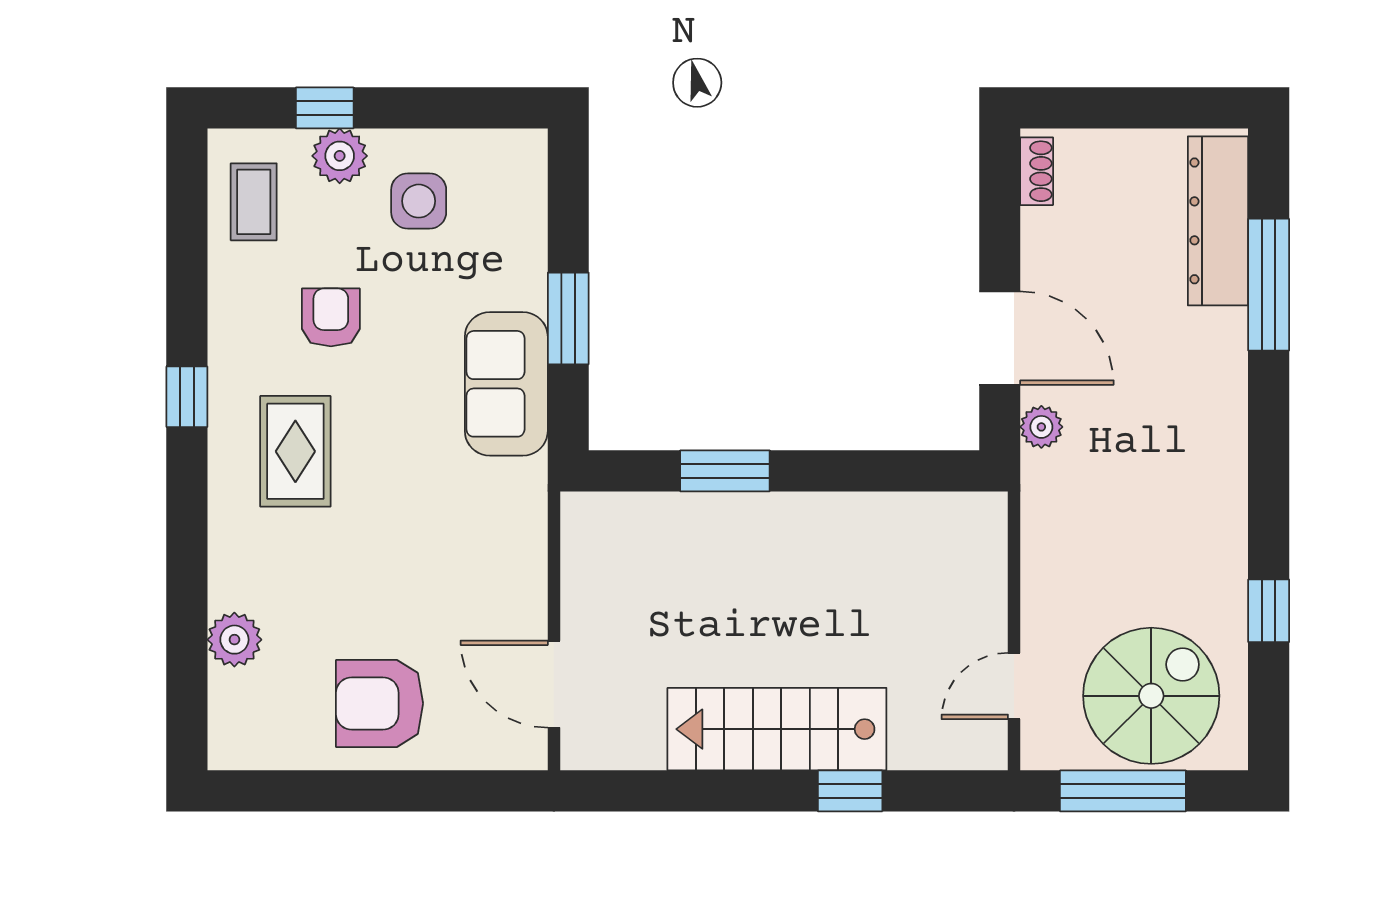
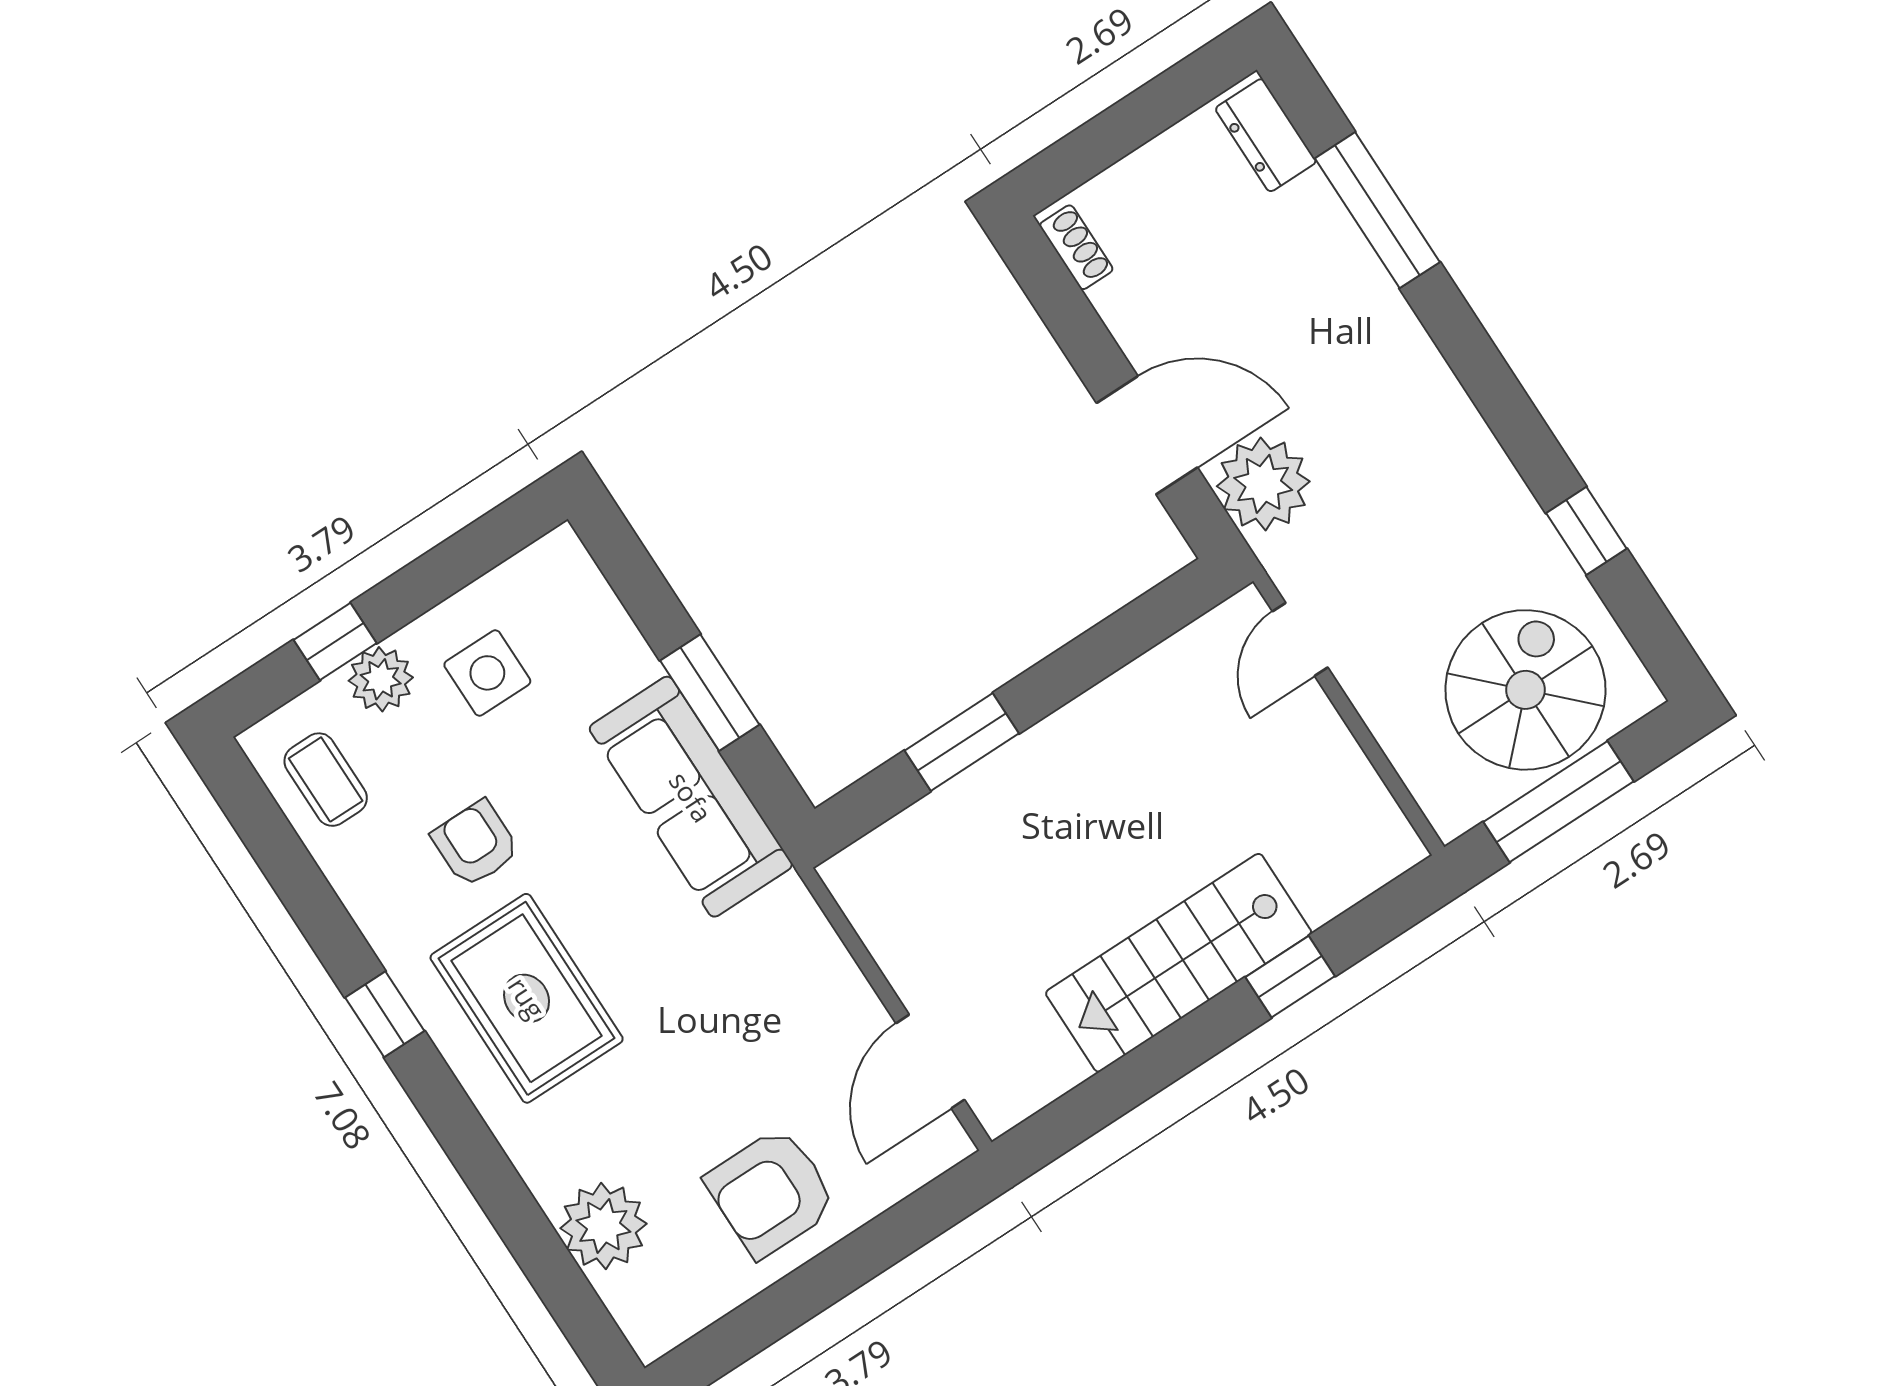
dresser: (1218, 221) -> (1266, 135), width x0.51, depth x0.80
sofa: (506, 384) -> (691, 797), width x1.36
plant: (1041, 427) -> (1263, 484), width x1.88, depth x1.88
rug: (295, 451) -> (527, 998), width x1.36, depth x1.43
plant: (234, 640) -> (603, 1226), width x1.36, depth x1.36
door: (554, 684) -> (930, 1062), hinge flipped
door: (1014, 686) -> (1300, 639), moved

